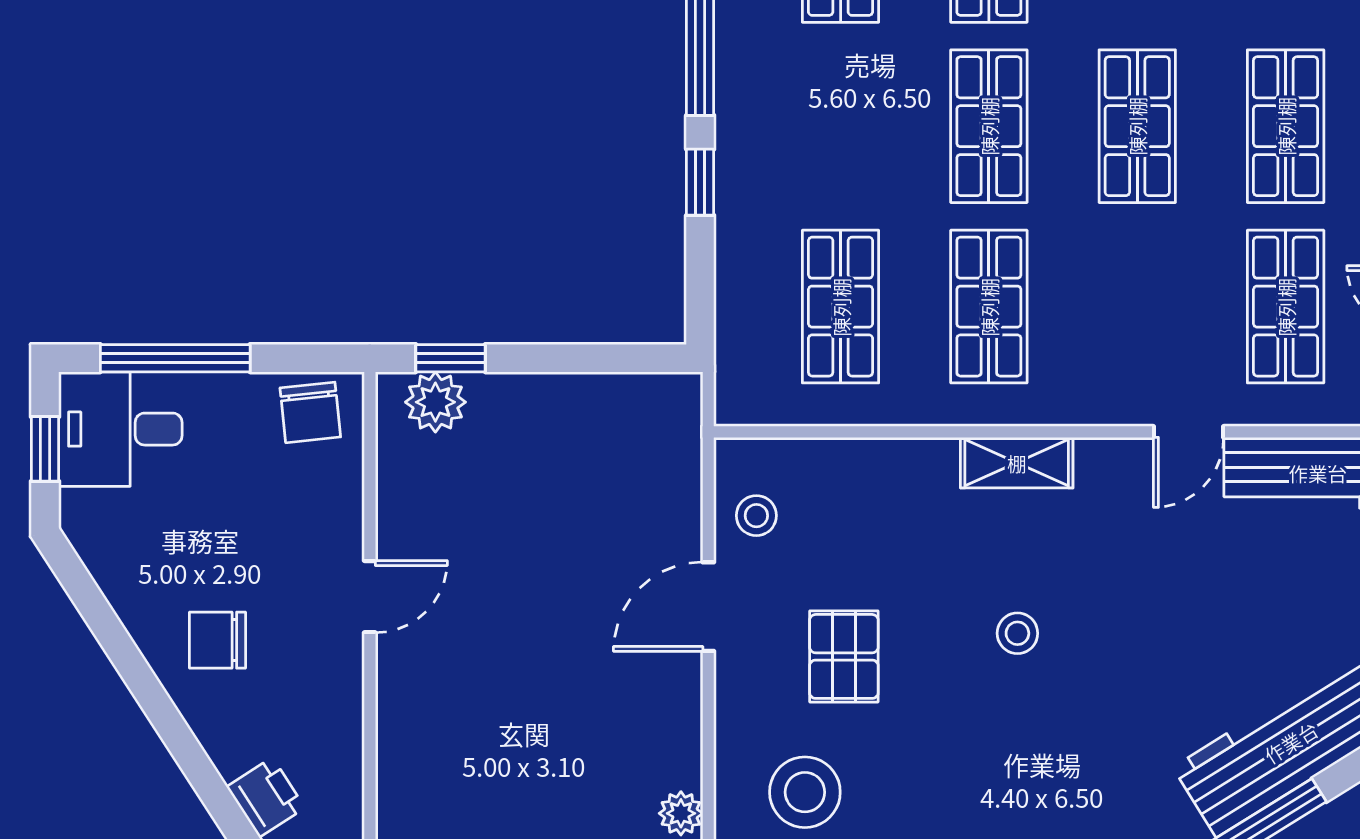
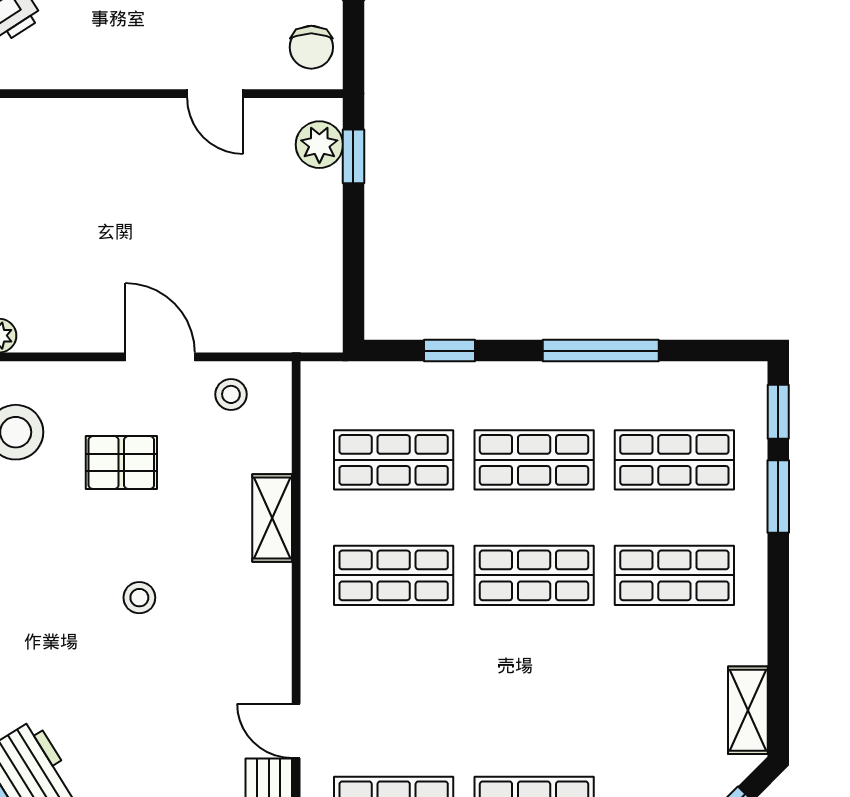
shop shelf: (1137, 126) -> (534, 460), moved
window: (700, 182) -> (449, 351), moved
chair: (310, 412) -> (311, 47), turned -84
shelving: (1017, 463) -> (272, 518), moved
door: (370, 597) -> (215, 94), moved

